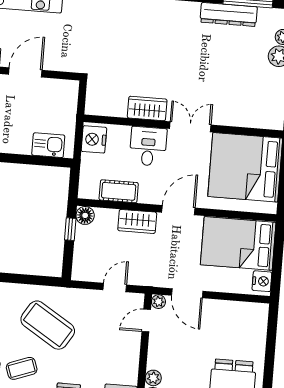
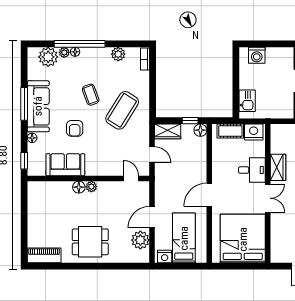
cot: (119, 191) -> (230, 131), moved, turned 90
door: (178, 210) -> (209, 195), swing flipped
wardrobe: (137, 221) -> (168, 131), moved, turned -90
bed: (238, 244) -> (184, 238), width x0.67
door: (187, 293) -> (152, 217), moved
plant: (158, 302) -> (140, 240), moved, width x1.87, depth x1.87

